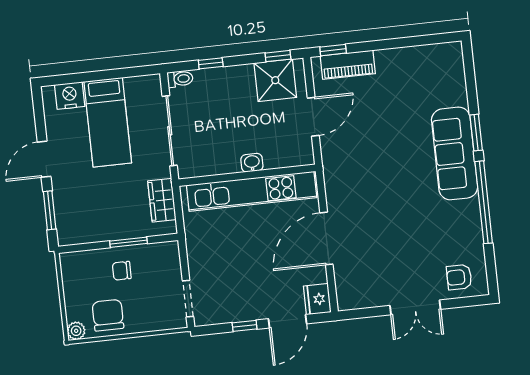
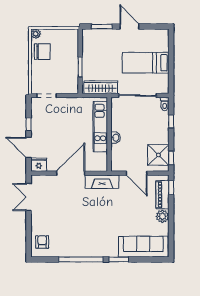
plant: (388, 61) -> (162, 216), added
nightstand: (70, 96) -> (162, 44), removed
sofa: (455, 153) -> (143, 247), moved
fireplace: (336, 179) -> (102, 182), added
kitchen unit: (252, 191) -> (100, 127), width x0.73
wardrobe: (162, 200) -> (101, 87), width x1.50
door: (326, 238) -> (71, 173), hinge flipped
chair: (122, 271) -> (65, 62), removed
double door: (415, 307) -> (29, 197), moved

